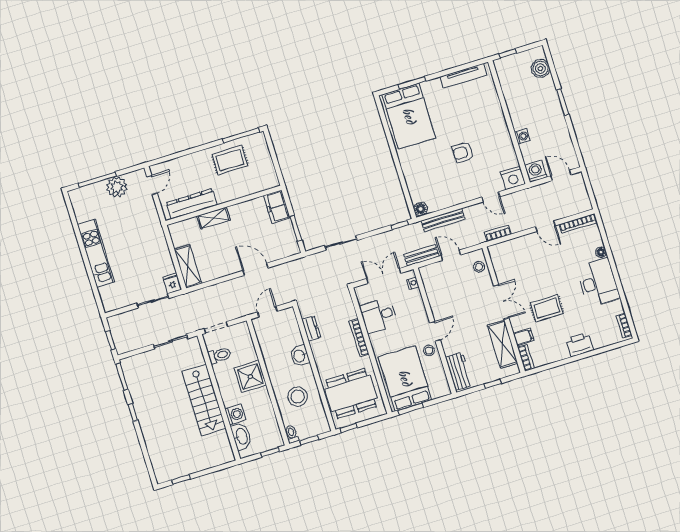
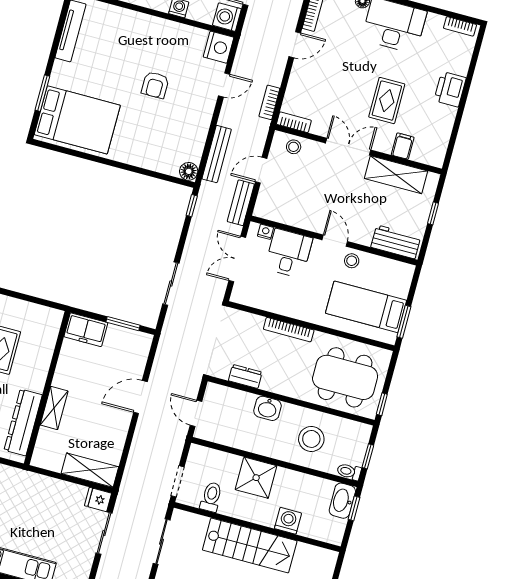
desk: (379, 315) -> (289, 253), moved, turned 180
bookcase: (526, 357) -> (294, 122), moved
bed: (405, 378) -> (366, 307), width x0.67
dining table: (351, 393) -> (345, 377), turned 90
washbasin: (241, 436) -> (342, 501), moved, turned -90

